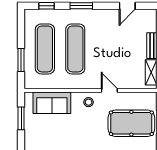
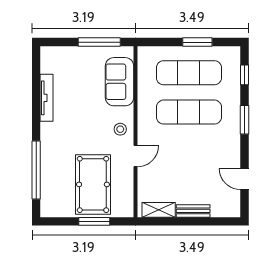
window: (21, 60) -> (197, 42), moved
window: (21, 118) -> (99, 42), width x1.44

